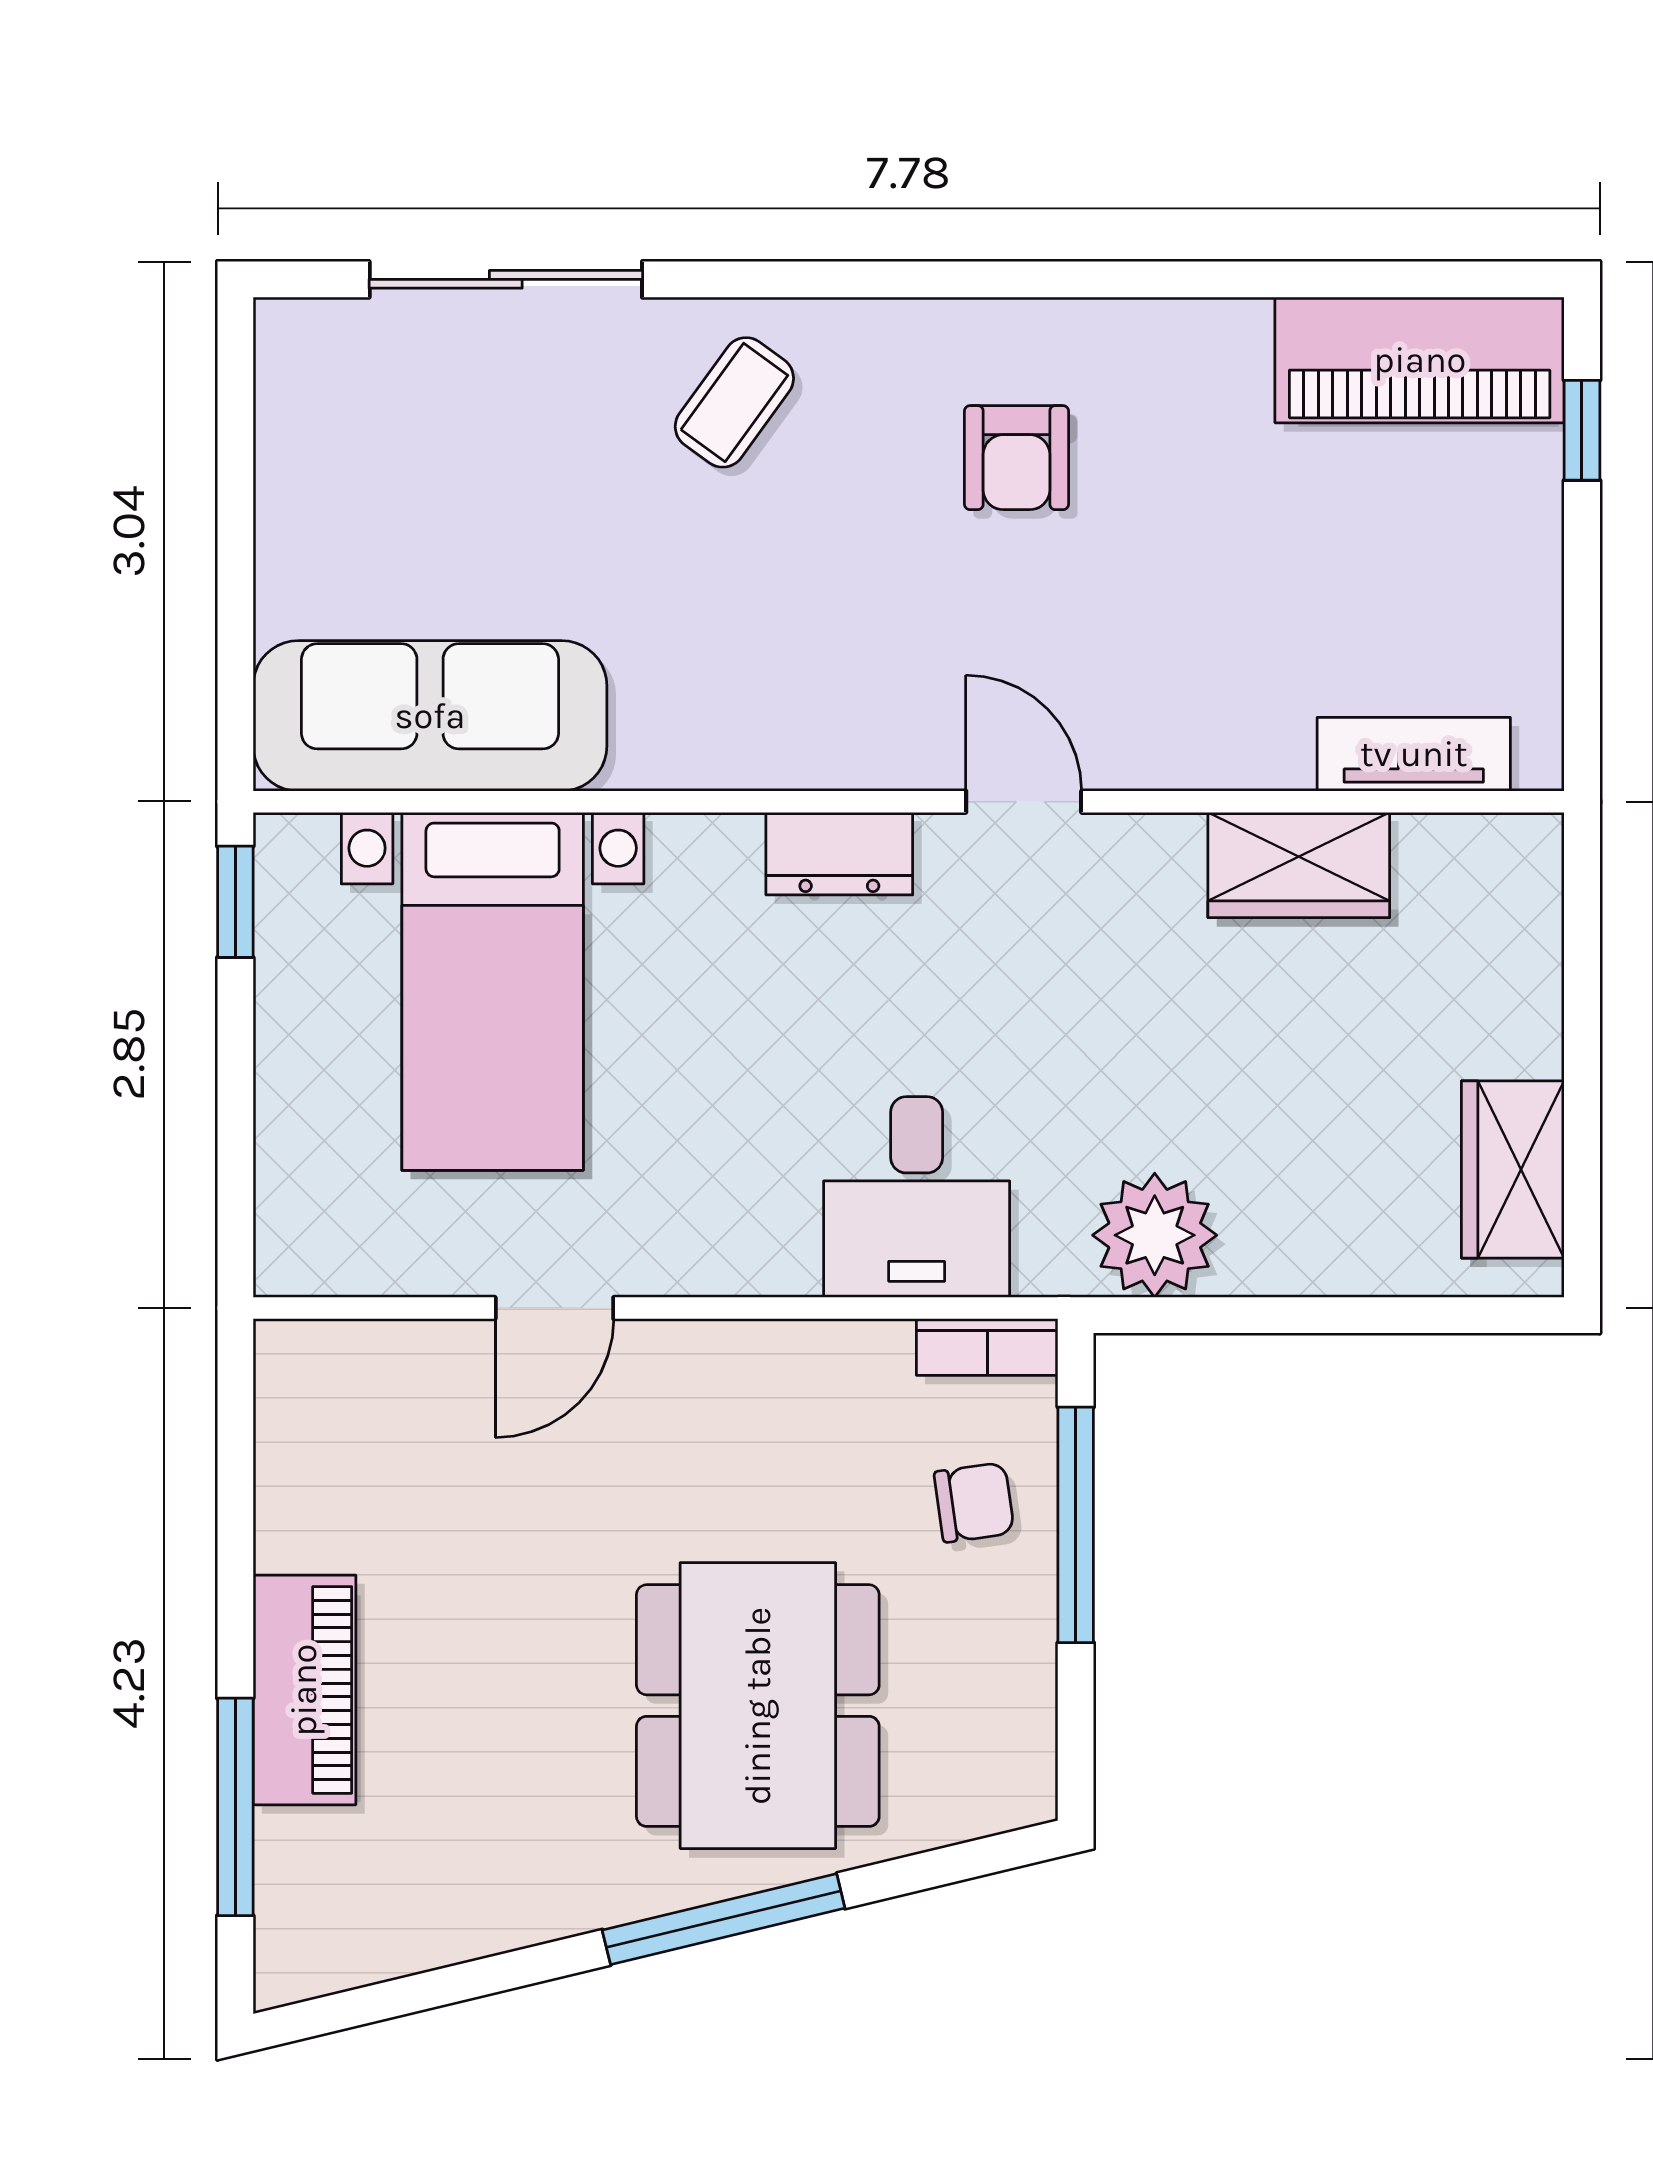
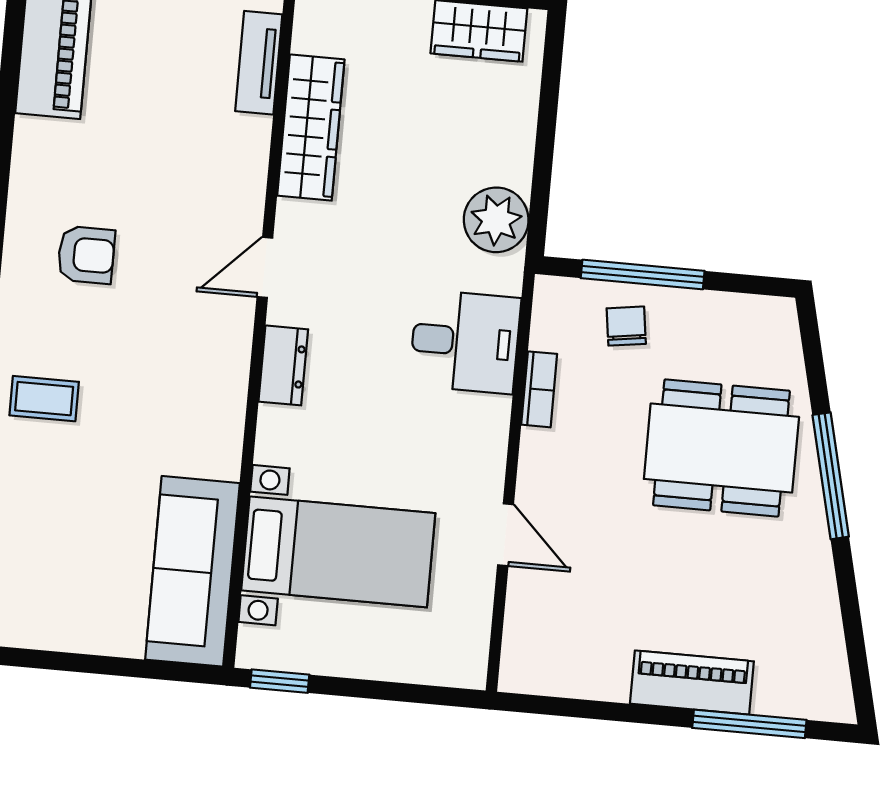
coffee table: (734, 402) -> (44, 399), turned -36
wardrobe: (1299, 865) -> (311, 128), width x1.50
bookcase: (987, 1347) -> (539, 389), moved

